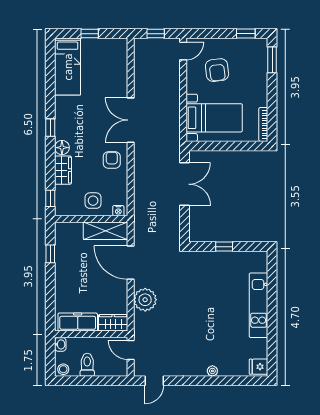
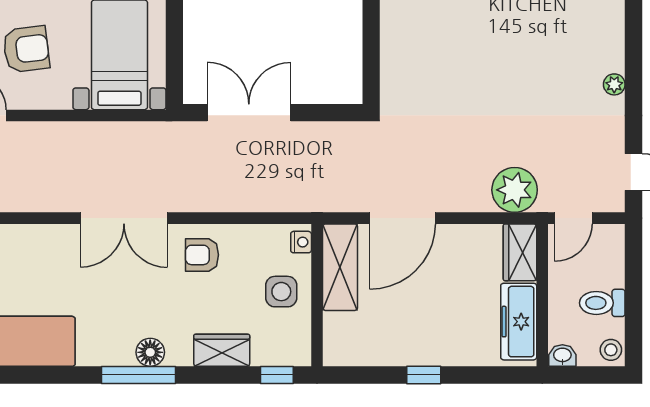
window: (50, 128) -> (138, 375), width x2.17
floor lamp: (62, 148) -> (150, 352), moved
window: (224, 247) -> (371, 35), removed
window: (50, 254) -> (424, 375), moved
plant: (145, 300) -> (515, 190), moved
plant: (212, 371) -> (614, 84), moved

